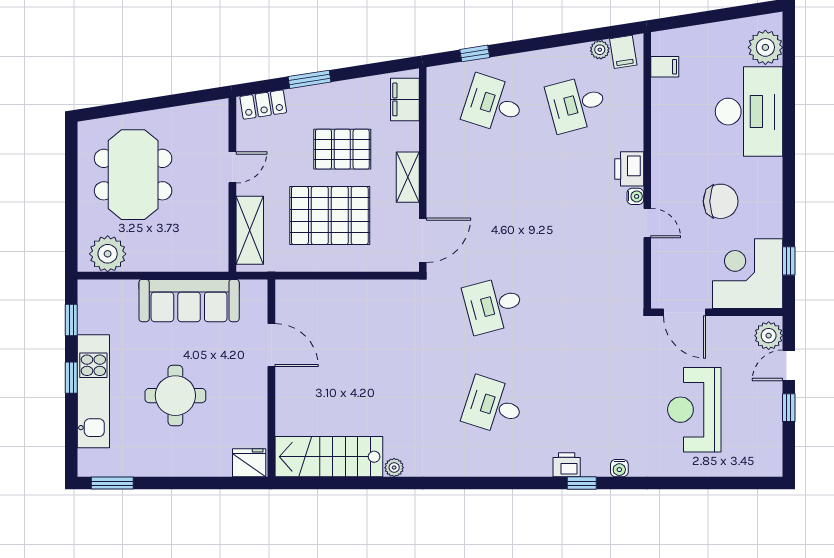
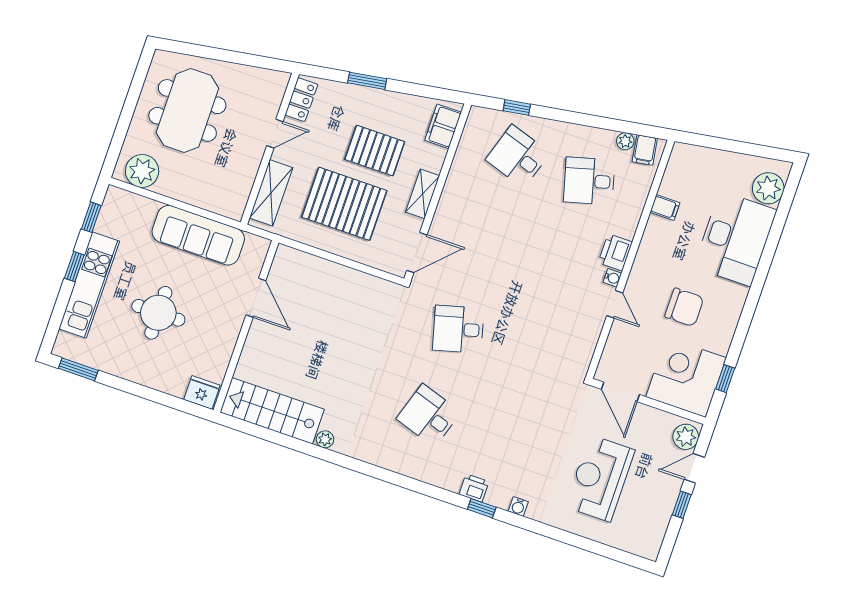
filing cabinet: (665, 67) -> (665, 208), moved
locker: (263, 105) -> (301, 100), moved, turned -81

